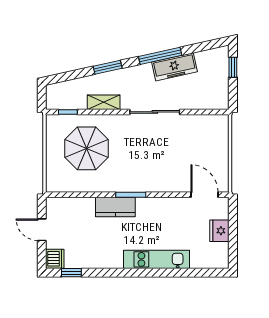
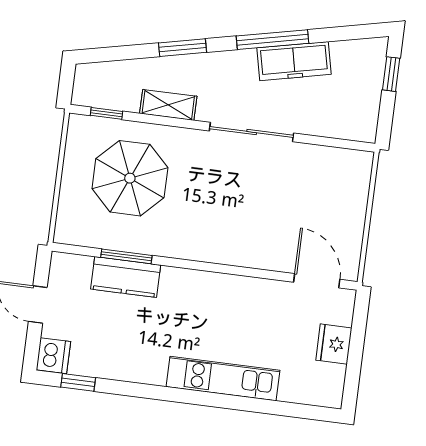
window: (131, 195) -> (126, 256), moved
kitchen counter: (115, 207) -> (126, 277), moved

